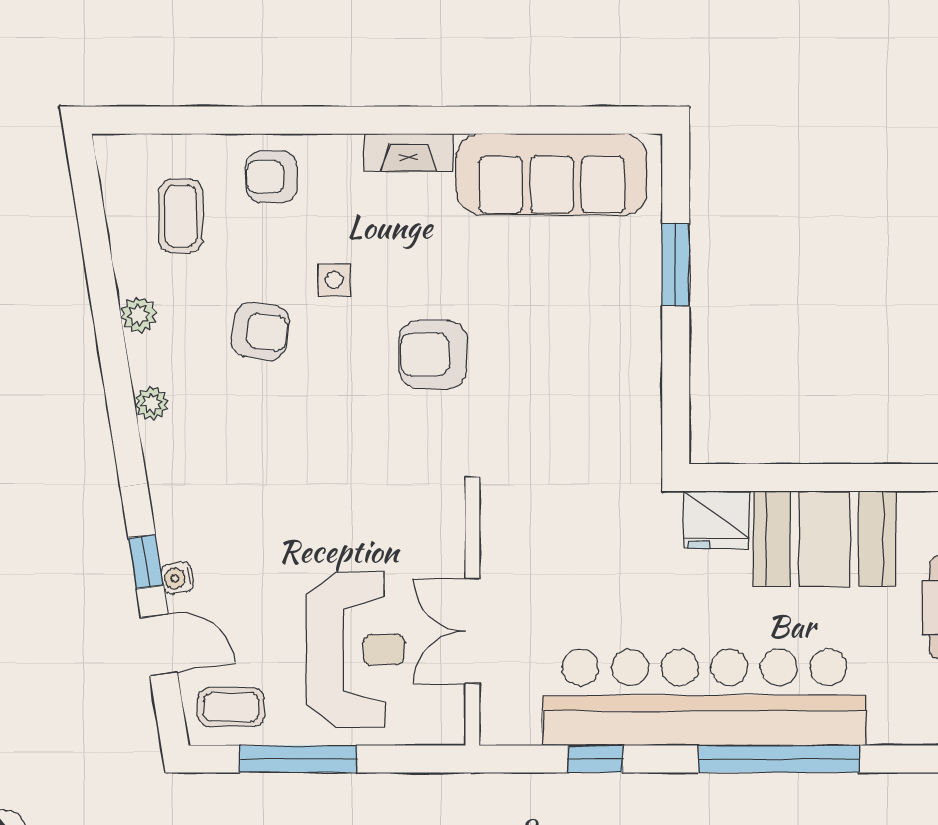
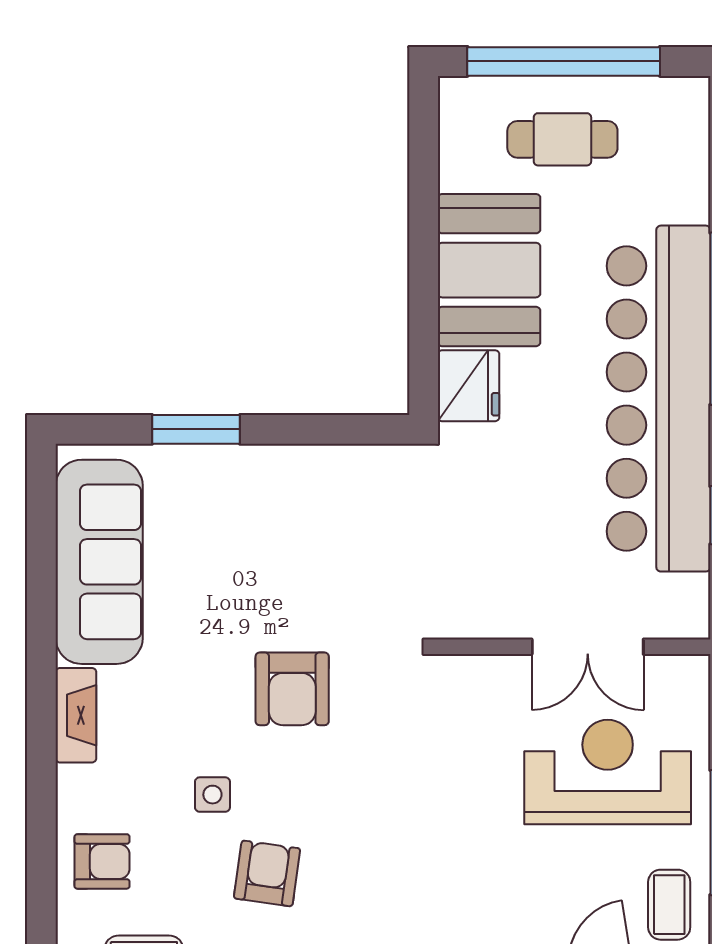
armchair: (272, 177) -> (102, 861), turned -90

